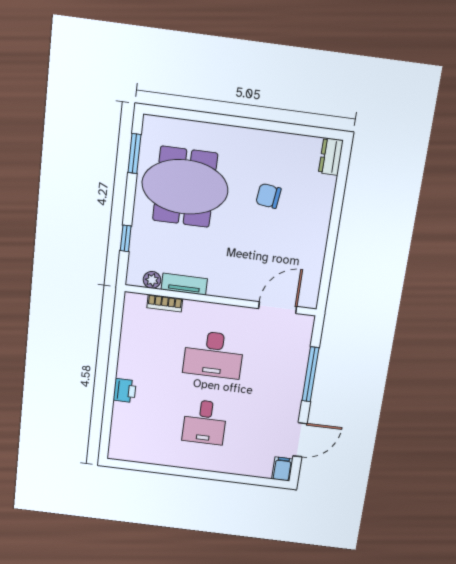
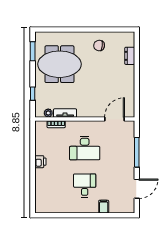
dresser: (331, 157) -> (130, 56), moved
chair: (268, 196) -> (99, 45), moved
printer: (125, 391) -> (40, 162), moved
desk: (205, 422) -> (85, 186), turned 180
filing cabinet: (282, 469) -> (104, 207), moved

